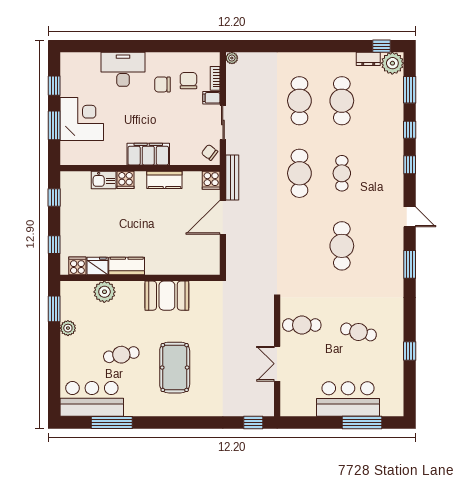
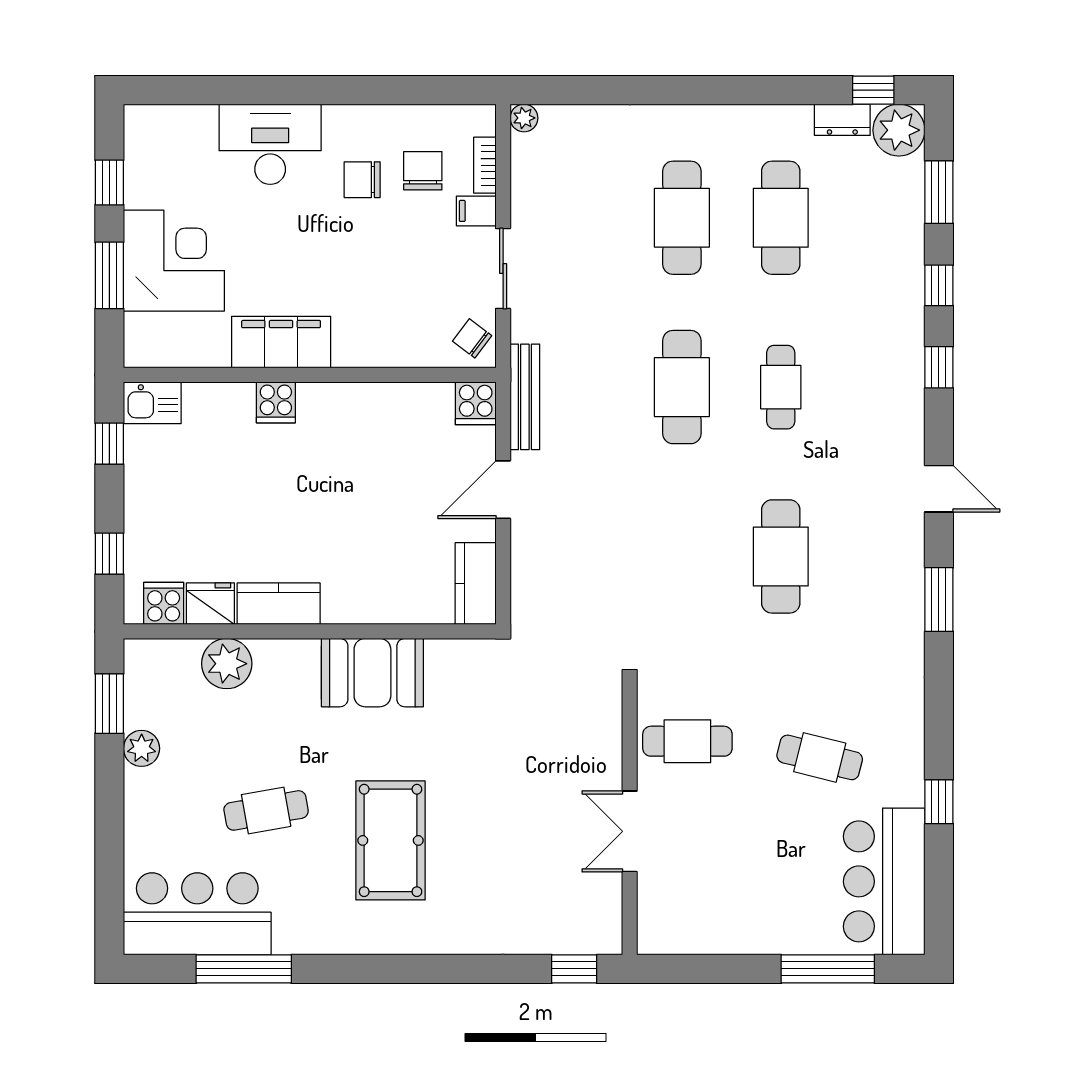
filing cabinet: (148, 154) -> (281, 342), moved
kitchen sink: (104, 180) -> (152, 403), moved
kitchen counter: (164, 180) -> (476, 584), moved, turned 90
door: (223, 217) -> (503, 490), width x0.73
bar counter: (348, 399) -> (884, 881), moved, turned -90

